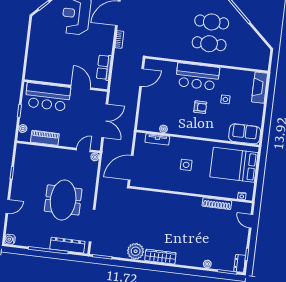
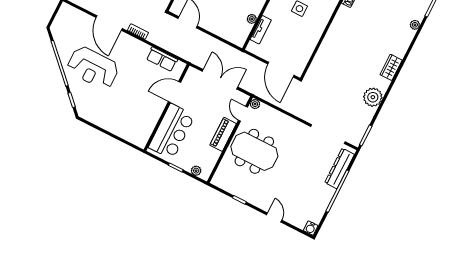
piano: (45, 138) -> (223, 134), moved
meeting table: (63, 200) -> (254, 151), moved
wardrobe: (160, 257) -> (391, 67), width x0.67

